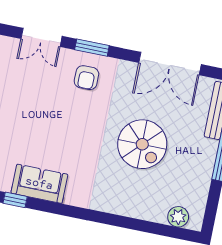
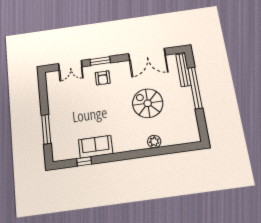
spiral stairs: (142, 144) -> (148, 103), turned 180
plant: (178, 217) -> (154, 142), moved

